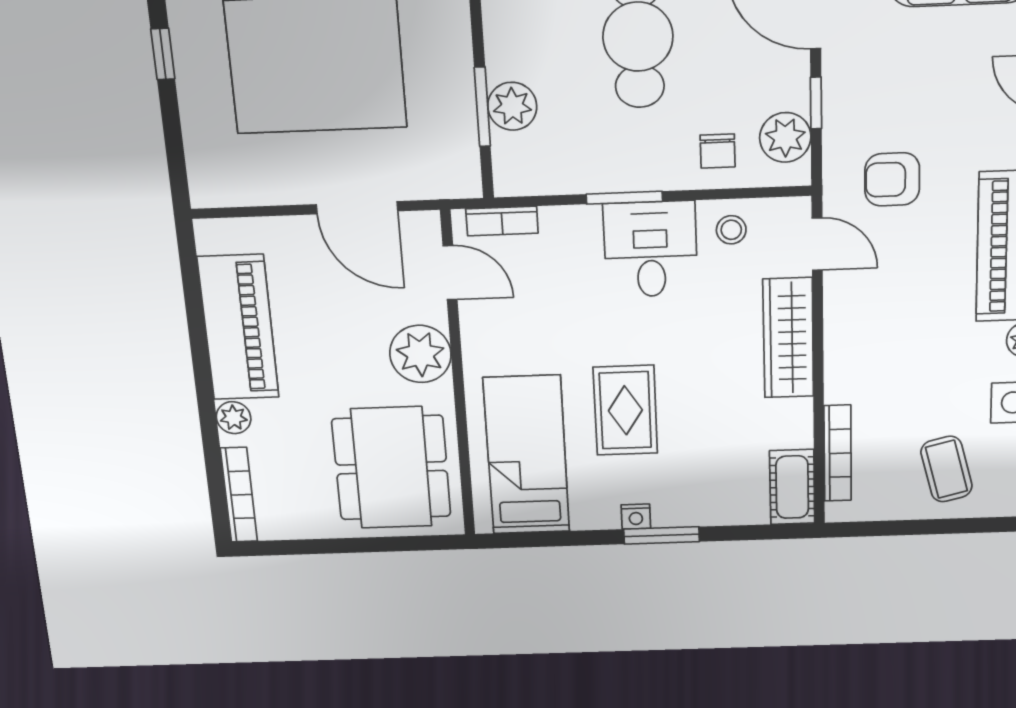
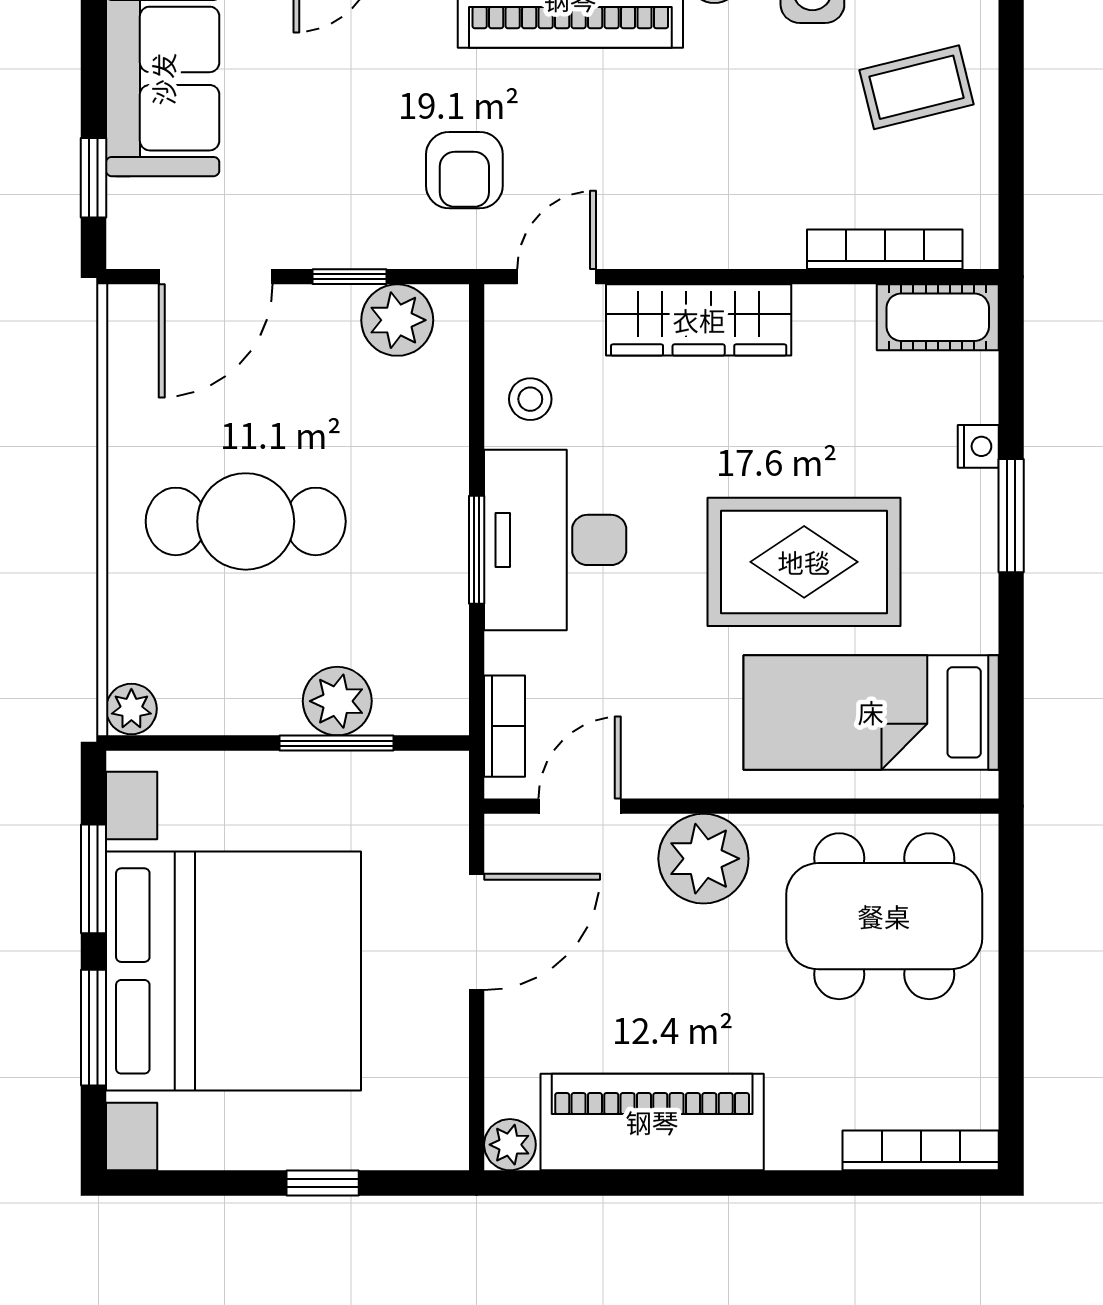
window: (163, 54) -> (323, 1183), moved
chair: (718, 151) -> (413, 416), removed
desk: (651, 249) -> (555, 540), width x1.37
rug: (625, 410) -> (804, 562), width x1.36, depth x1.43
plant: (234, 418) -> (510, 1145), moved
nightstand: (636, 517) -> (978, 446), moved

